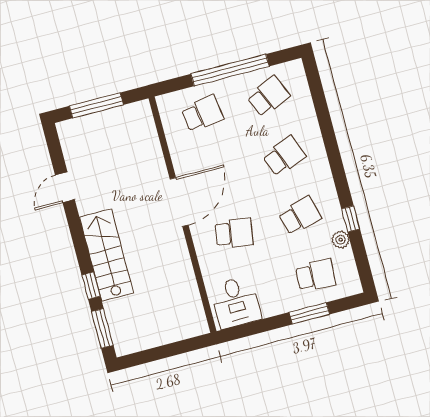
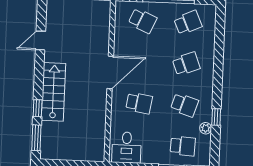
school desk: (202, 114) -> (142, 21), turned 33
school desk: (300, 216) -> (184, 105), turned 33

